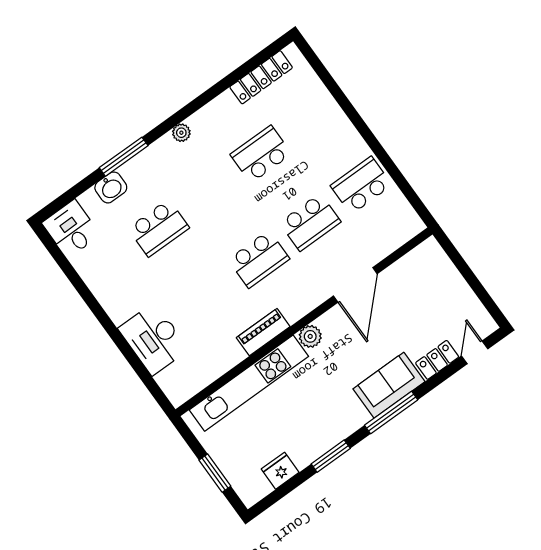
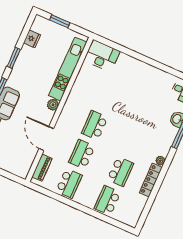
locker: (261, 77) -> (151, 180), moved
school desk: (159, 228) -> (107, 200), moved
piano: (263, 332) -> (42, 168), moved
desk: (153, 339) -> (102, 56), moved

